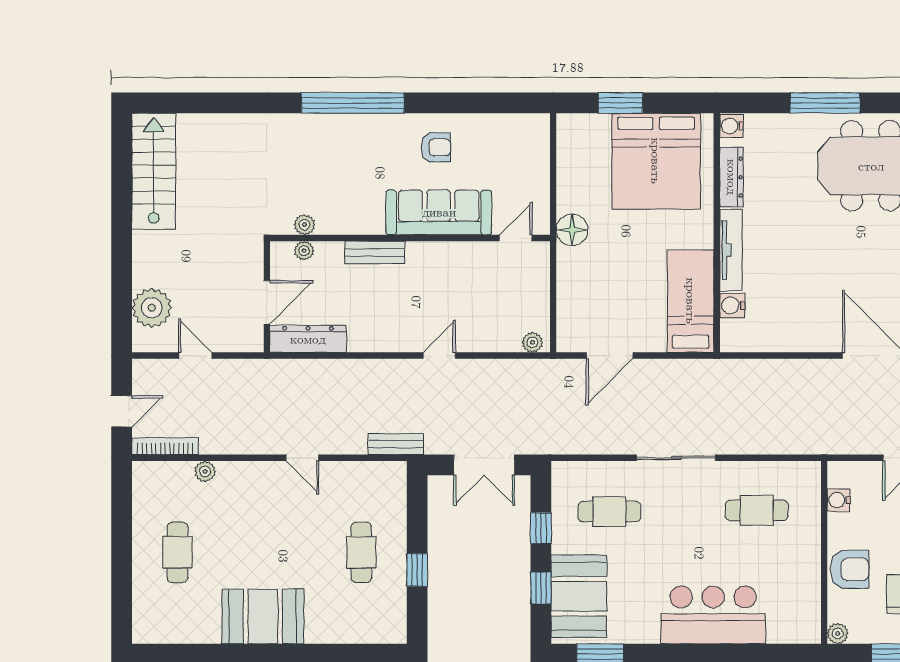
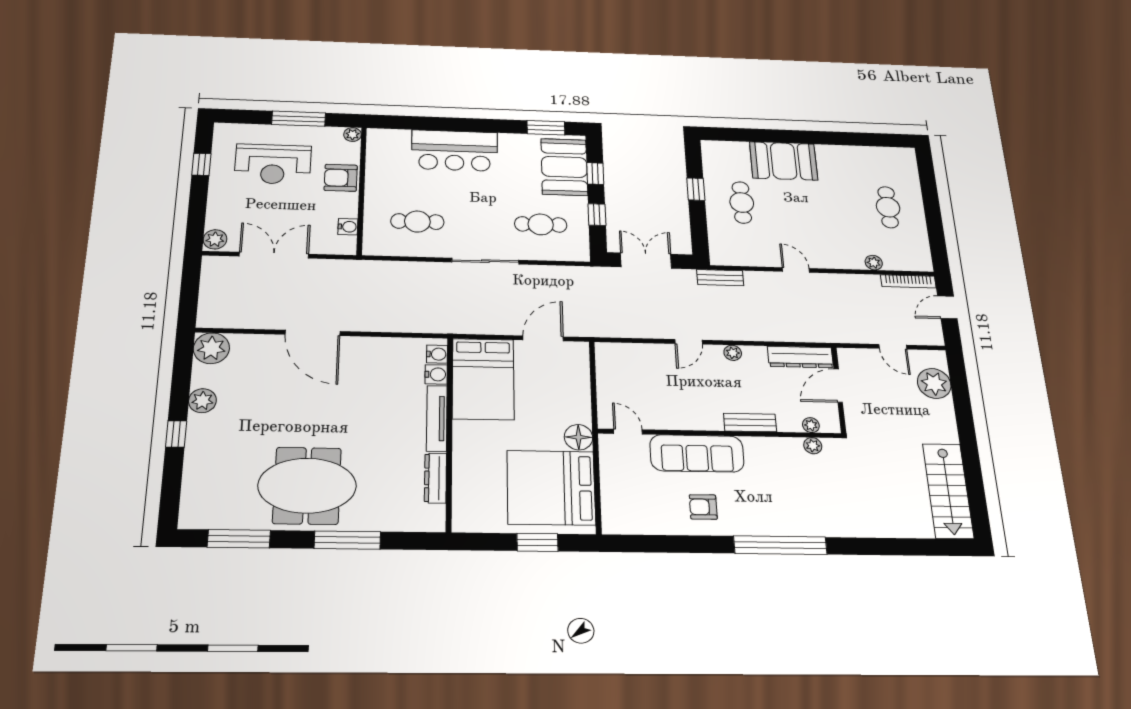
water cooler: (732, 126) -> (437, 354), moved
bed: (656, 161) -> (551, 488), moved, turned -90
door: (516, 238) -> (628, 432), swing flipped
bed: (691, 301) -> (483, 379), width x1.50
plant: (532, 342) -> (733, 353), moved
booth: (263, 616) -> (784, 161), moved

